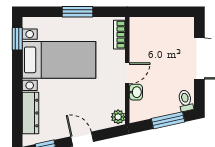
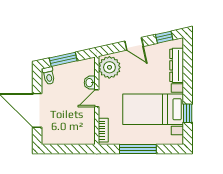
window: (77, 12) -> (138, 149), width x1.44
window: (17, 39) -> (188, 113), moved
plant: (118, 117) -> (109, 67), width x1.88, depth x1.88

